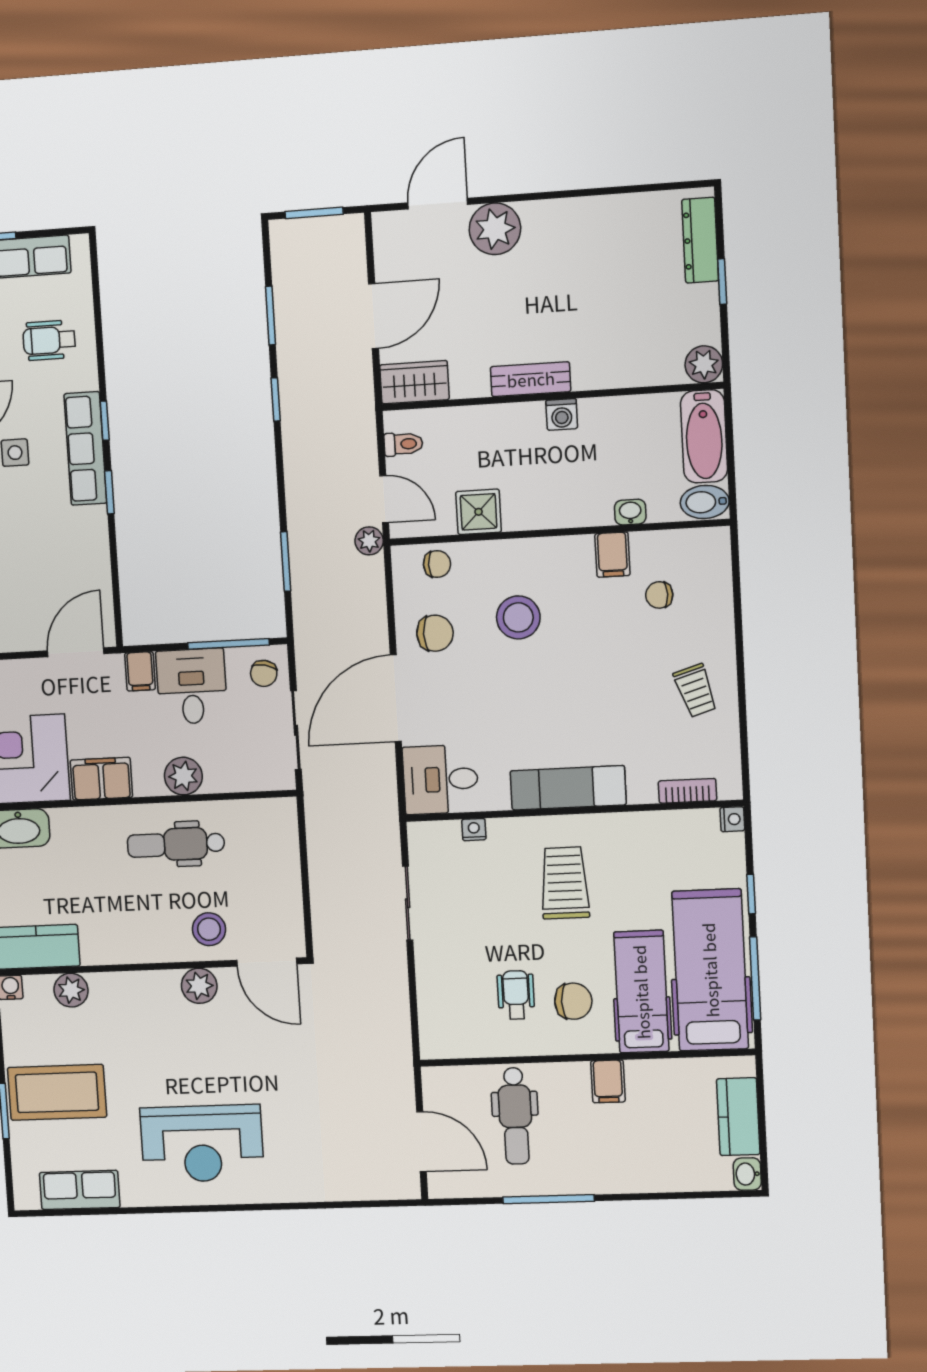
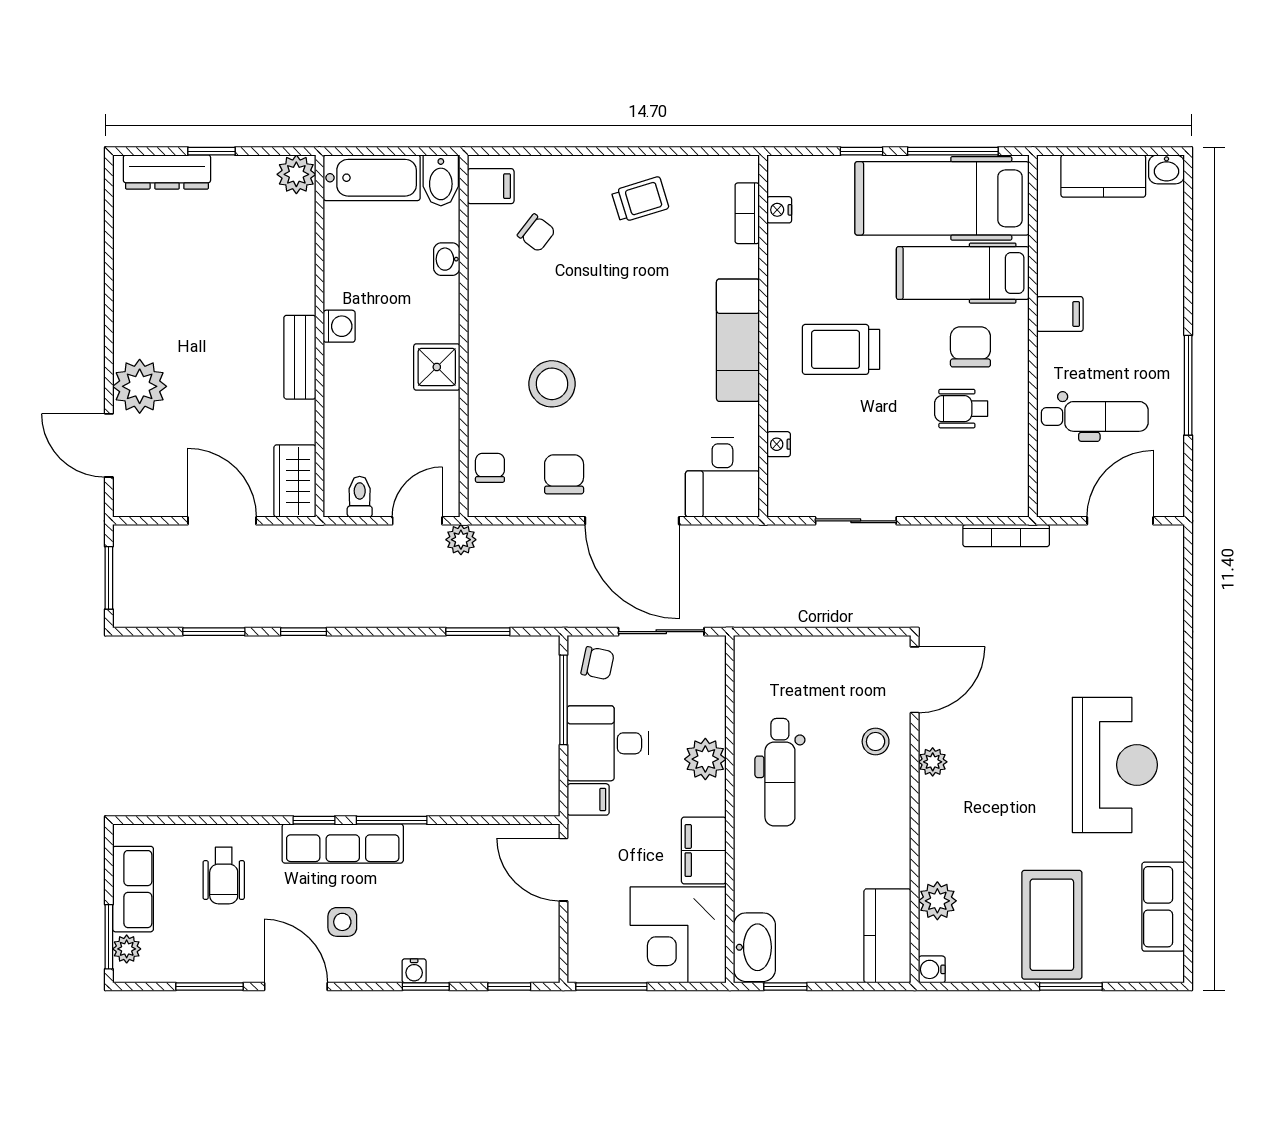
window: (109, 492) -> (392, 820), width x1.50
shower: (479, 512) -> (437, 367), moved
filing cabinet: (612, 555) -> (491, 186), moved
chair: (659, 595) -> (536, 233), turned -52
nightstand: (732, 819) -> (779, 210), moved, turned -90
stool: (209, 929) -> (876, 742), width x0.73, depth x0.73
plant: (199, 986) -> (933, 762), width x0.73, depth x0.73
bookcase: (402, 1040) -> (1006, 536), added

